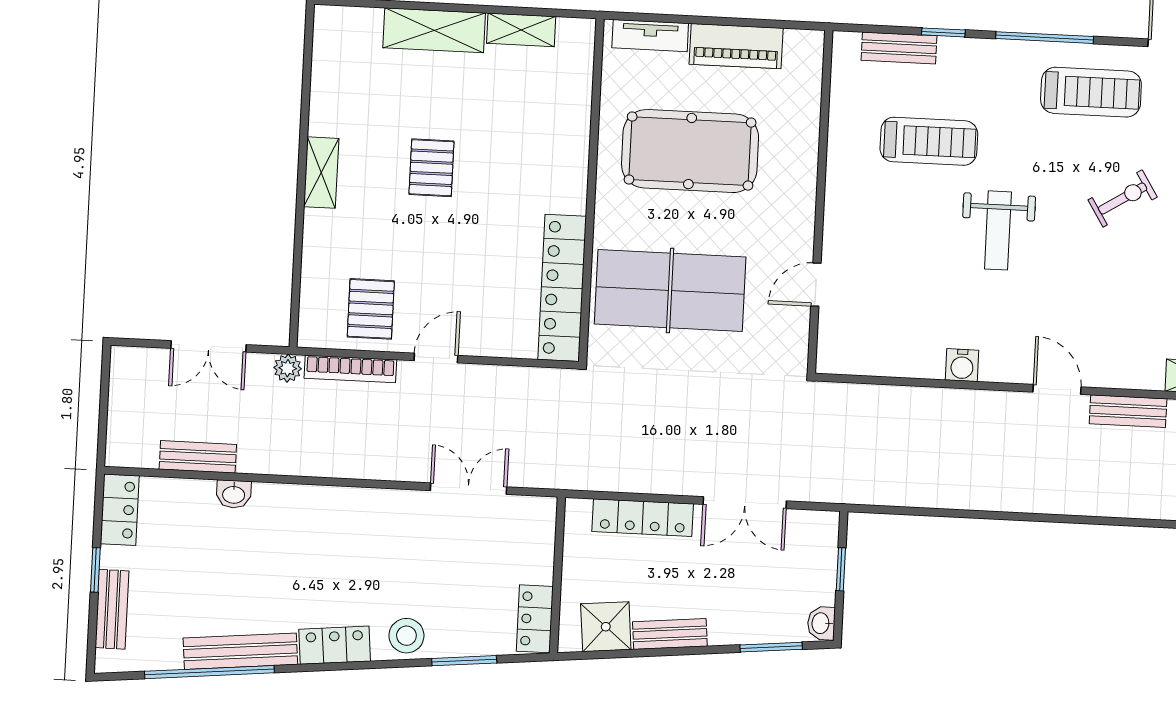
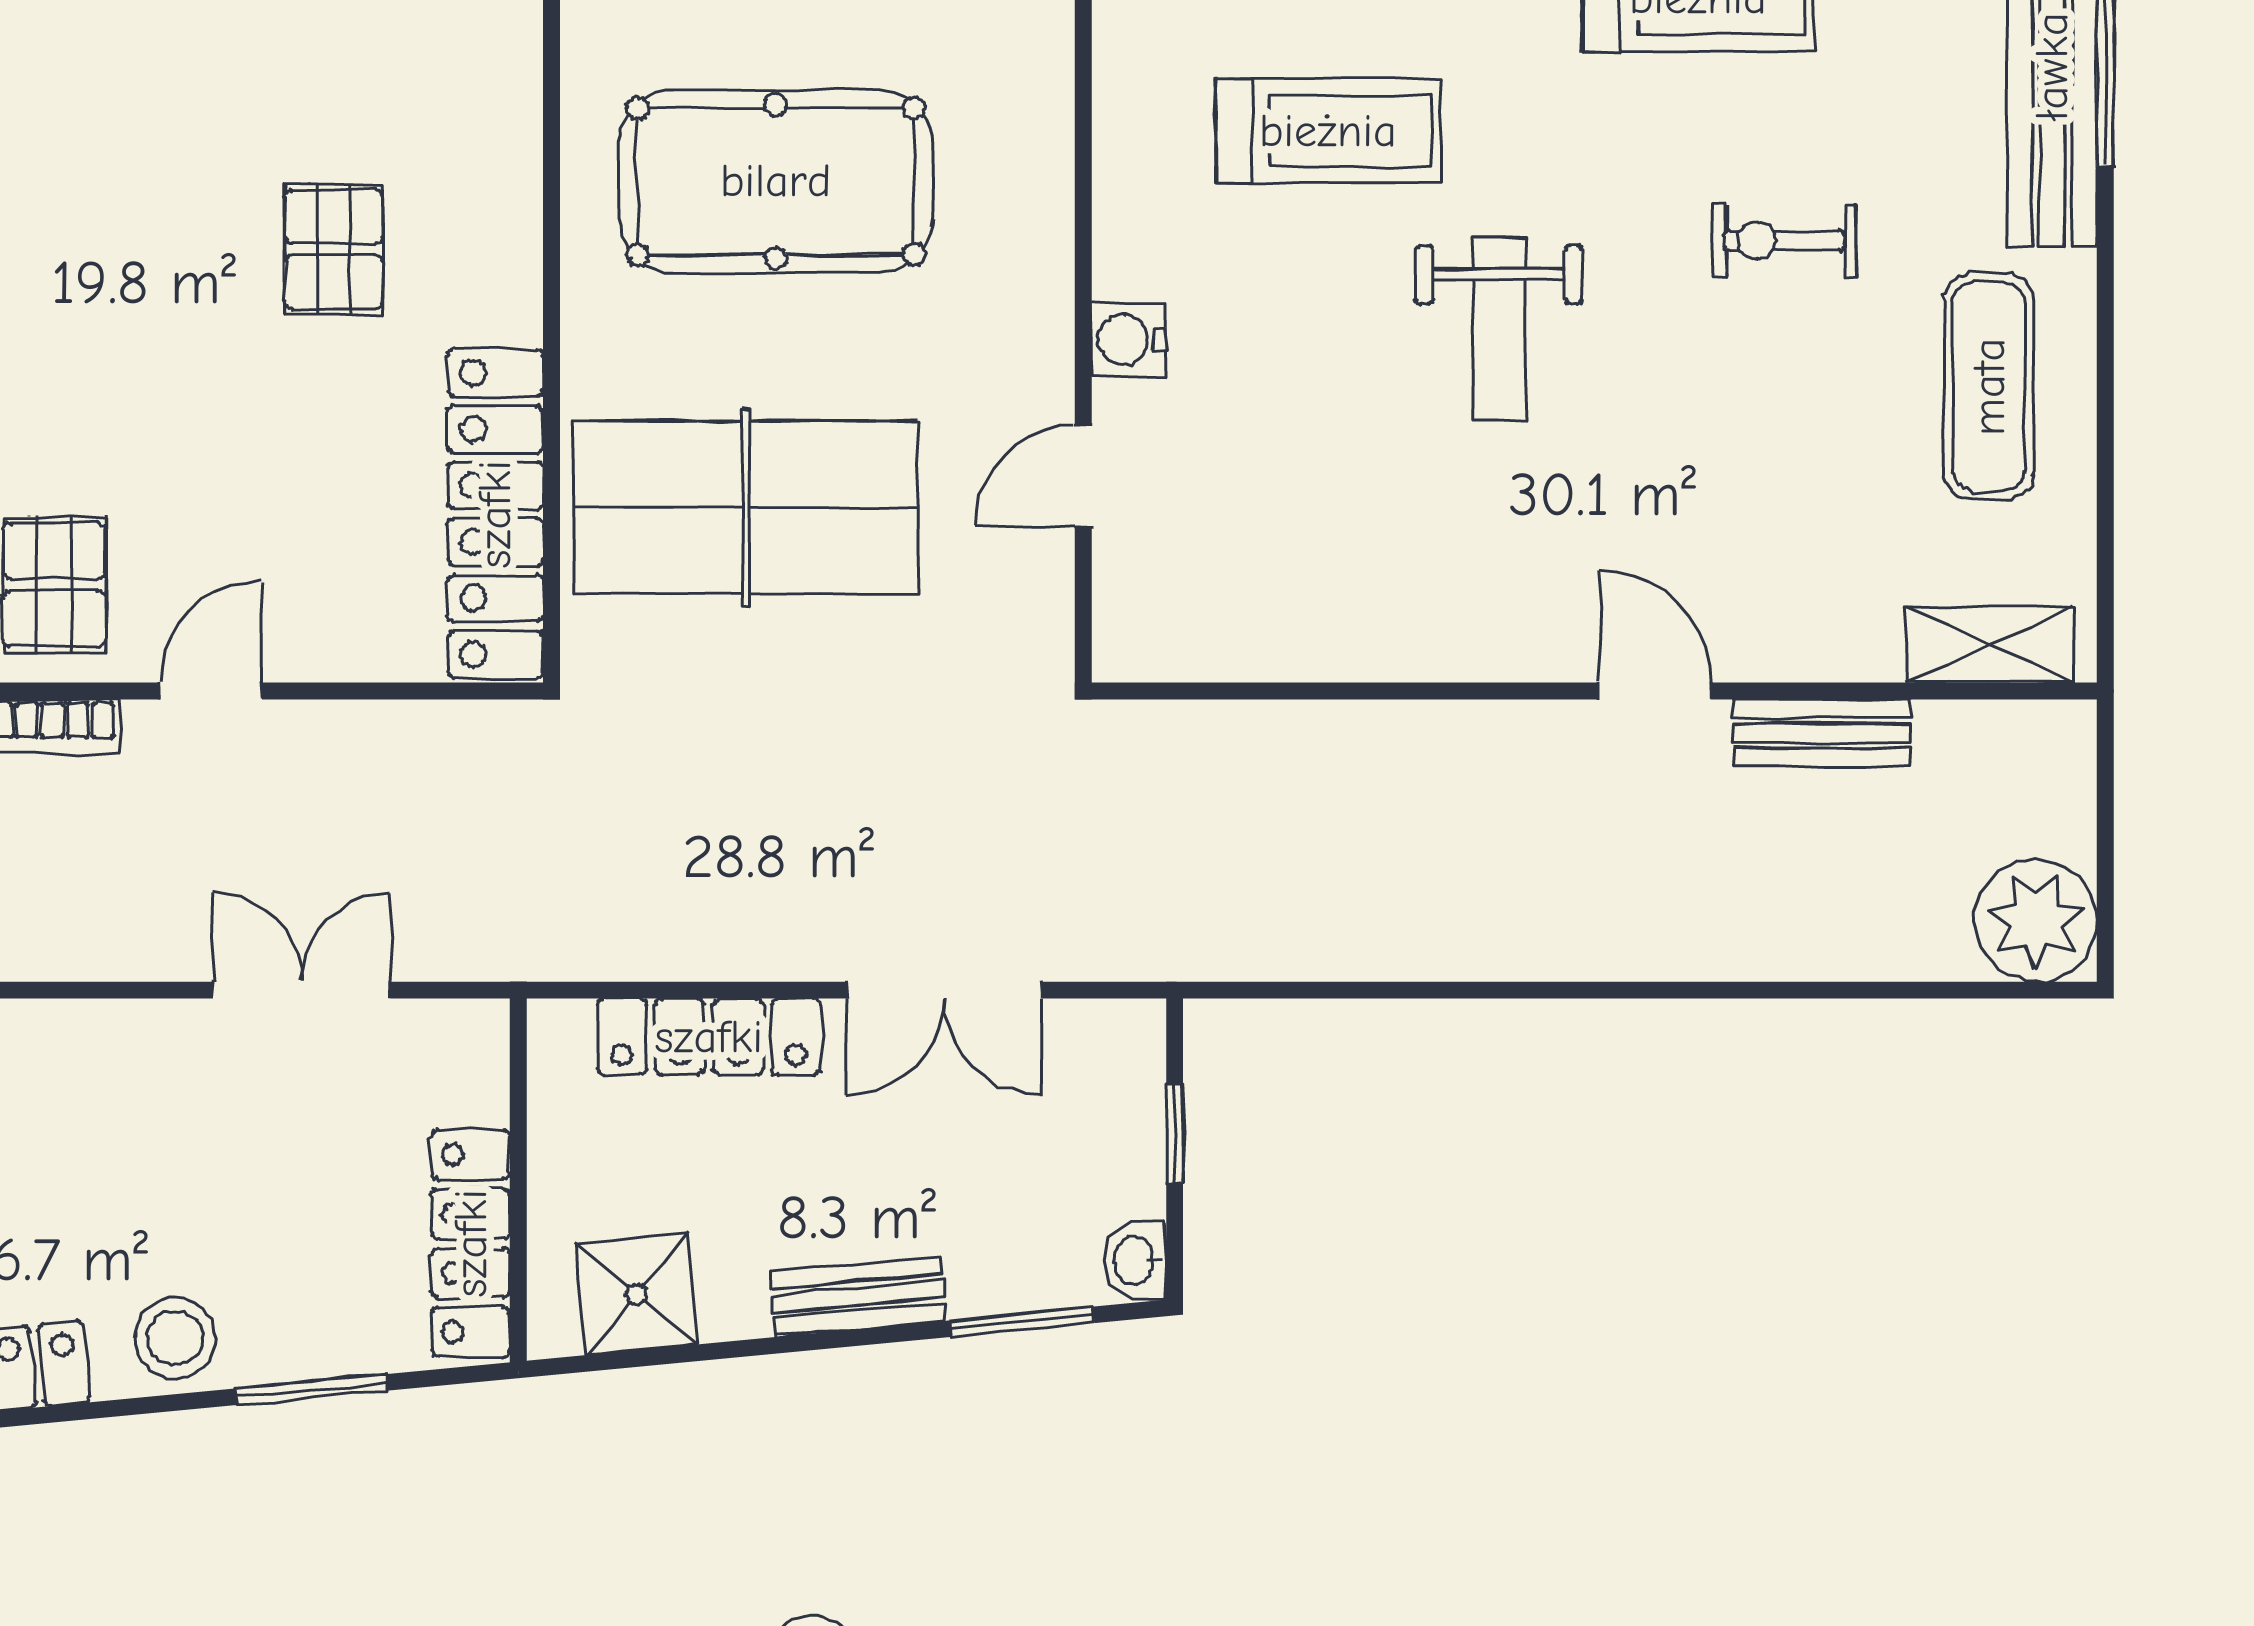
pallet: (431, 168) -> (334, 249), moved
exercise bike: (1123, 198) -> (1784, 241), turned -148
water cooler: (962, 365) -> (1128, 340), moved, turned 90
locker: (535, 619) -> (471, 1243), width x1.53
bench: (670, 634) -> (858, 1296), moved

